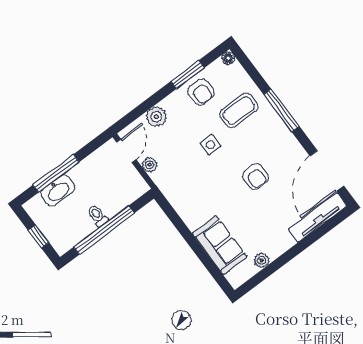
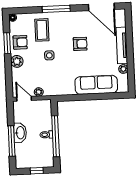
plant: (156, 117) -> (17, 61), moved
washbasin: (58, 191) -> (20, 133), moved
tv unit: (318, 217) -> (122, 45), moved
sofa: (220, 245) -> (96, 85), width x1.36

